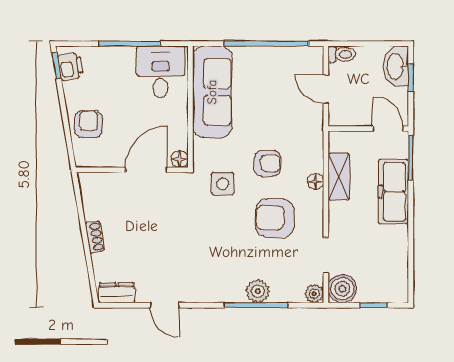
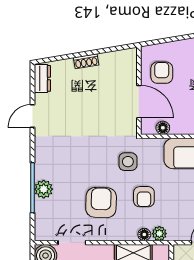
armchair: (88, 124) -> (162, 73), moved, turned -90
floor lamp: (180, 159) -> (163, 128), moved
floor lamp: (315, 182) -> (144, 234), moved
plant: (314, 294) -> (159, 234), moved

